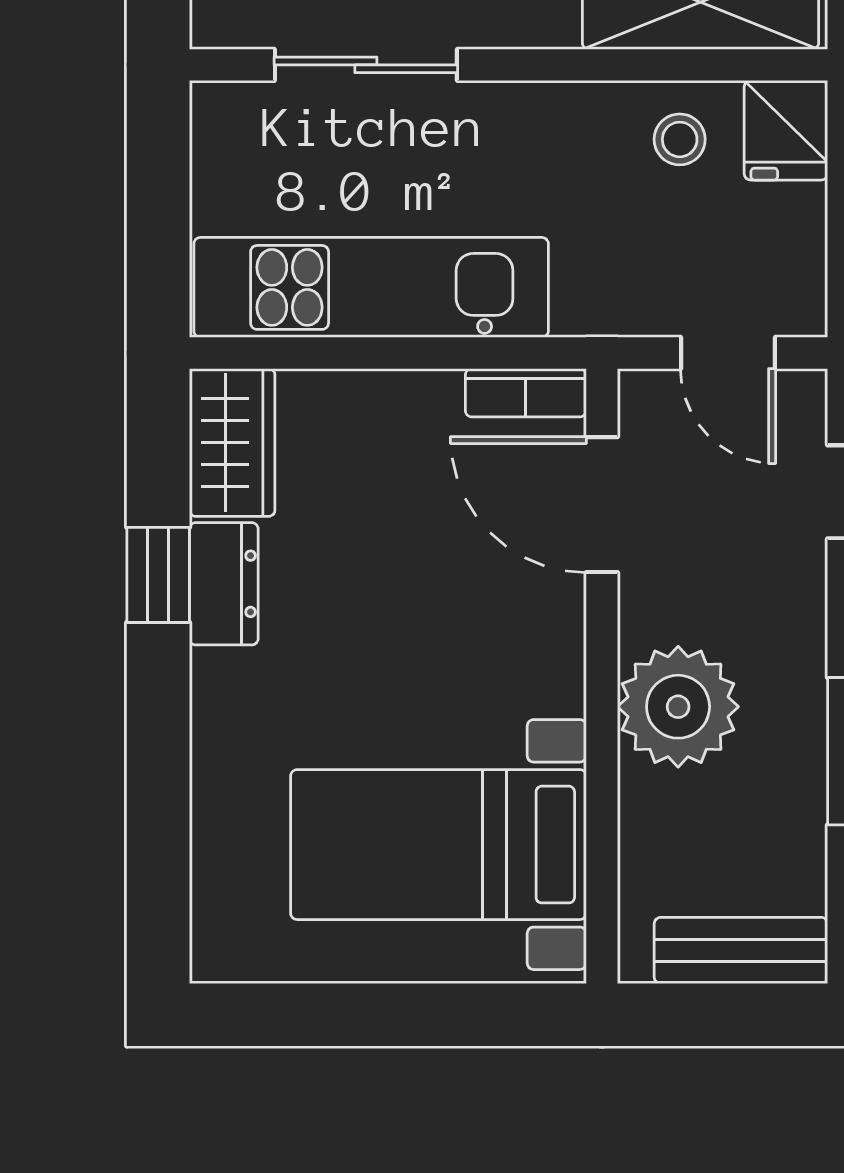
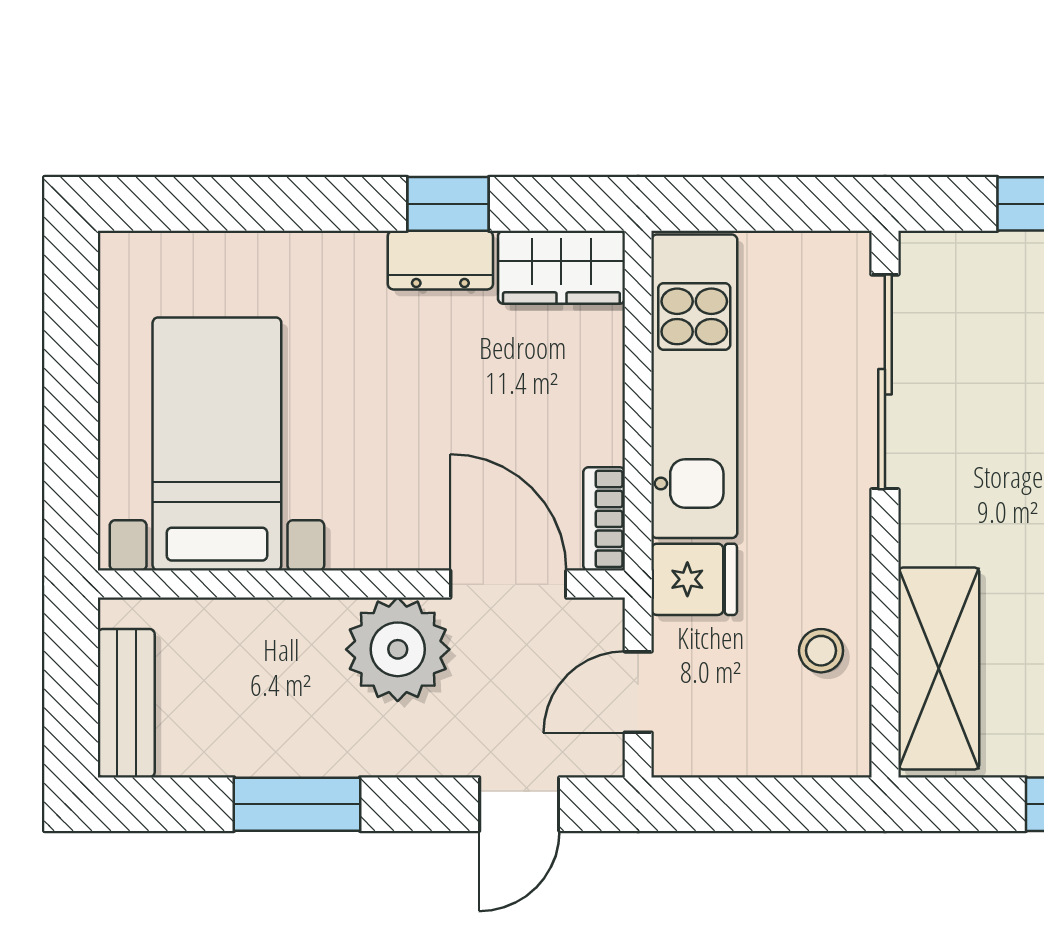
sliding door: (366, 65) -> (885, 382), width x1.37
fridge: (786, 130) -> (694, 579), moved, turned 180
door: (602, 505) -> (508, 584), hinge flipped
plant: (678, 707) -> (398, 649), moved

